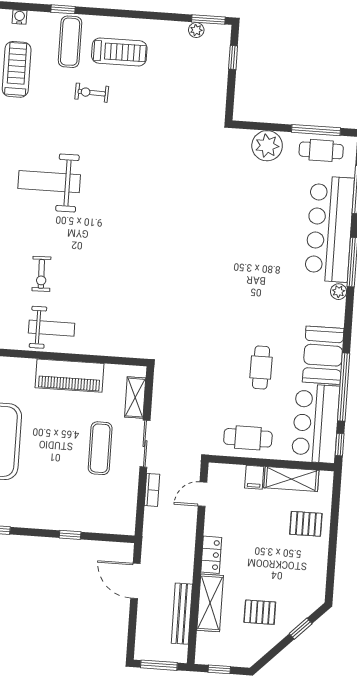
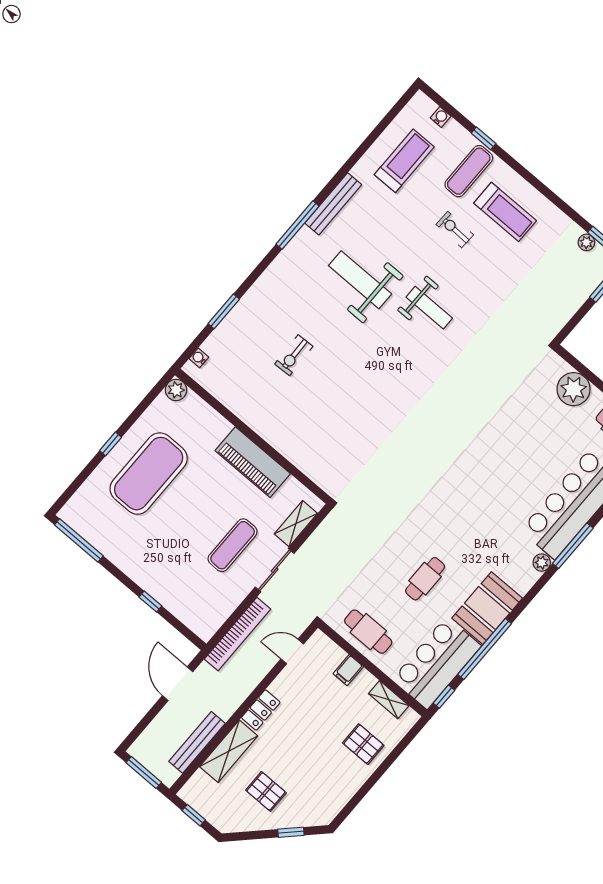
weight bench: (52, 328) -> (429, 308), moved
shelving: (291, 479) -> (389, 700), width x0.67, depth x0.75
bookcase: (152, 490) -> (238, 634), width x2.31, depth x1.31

